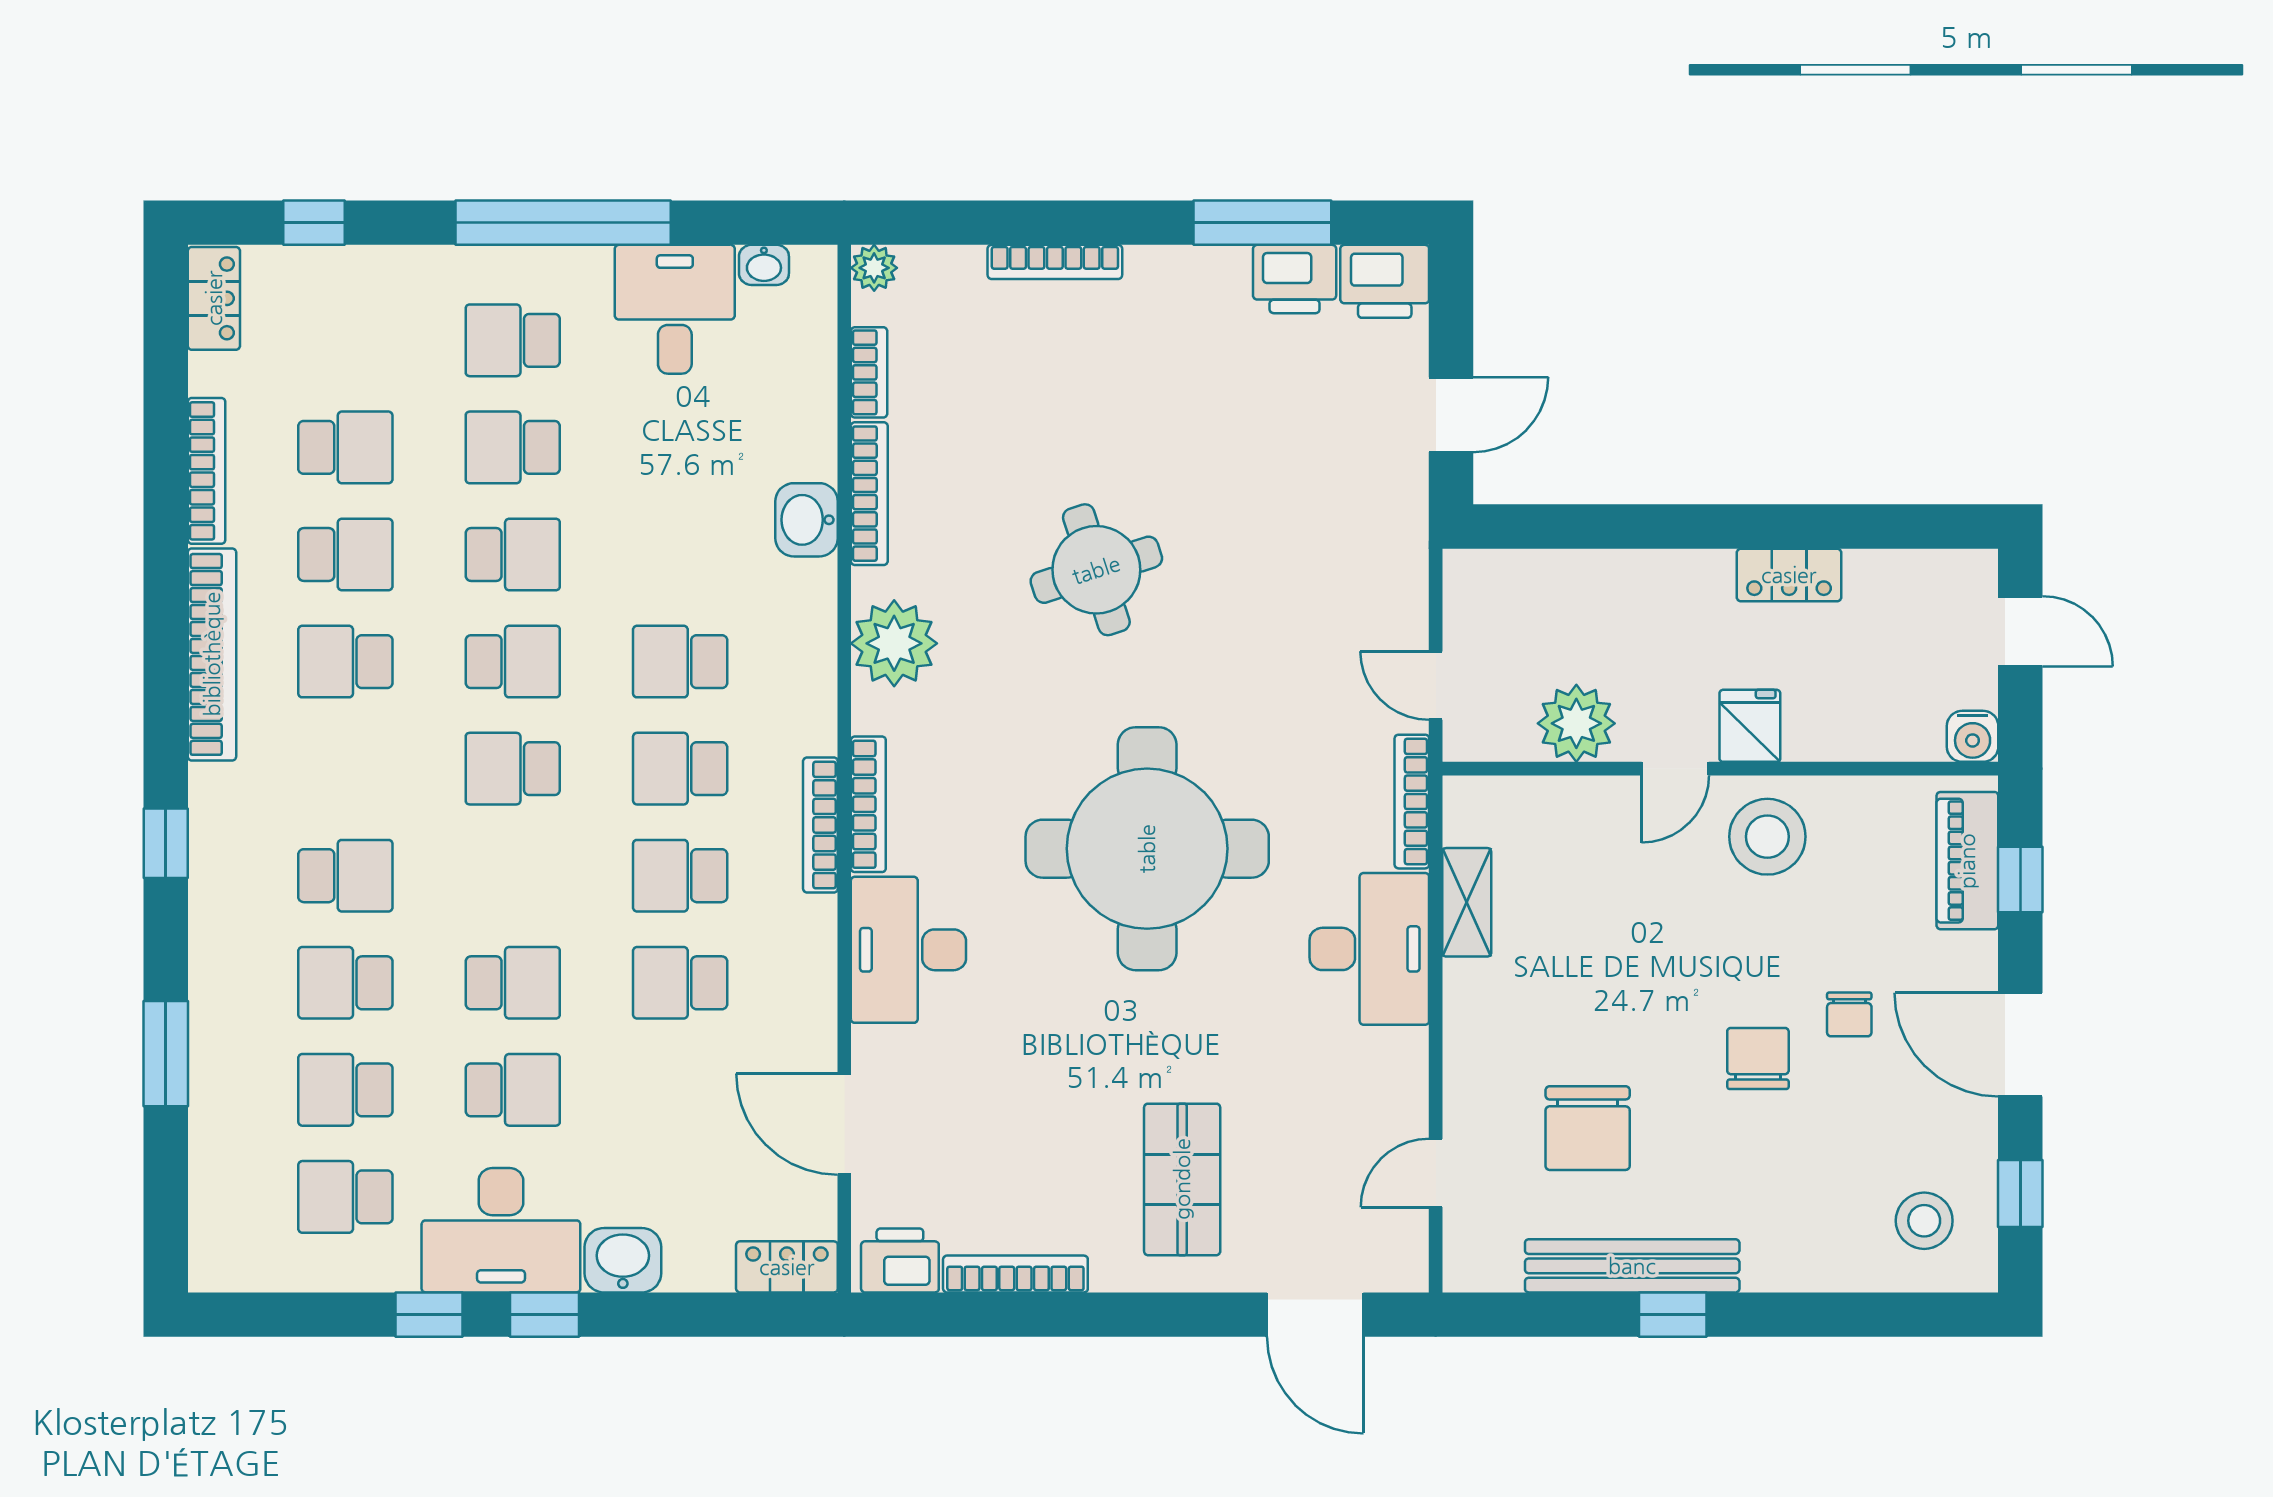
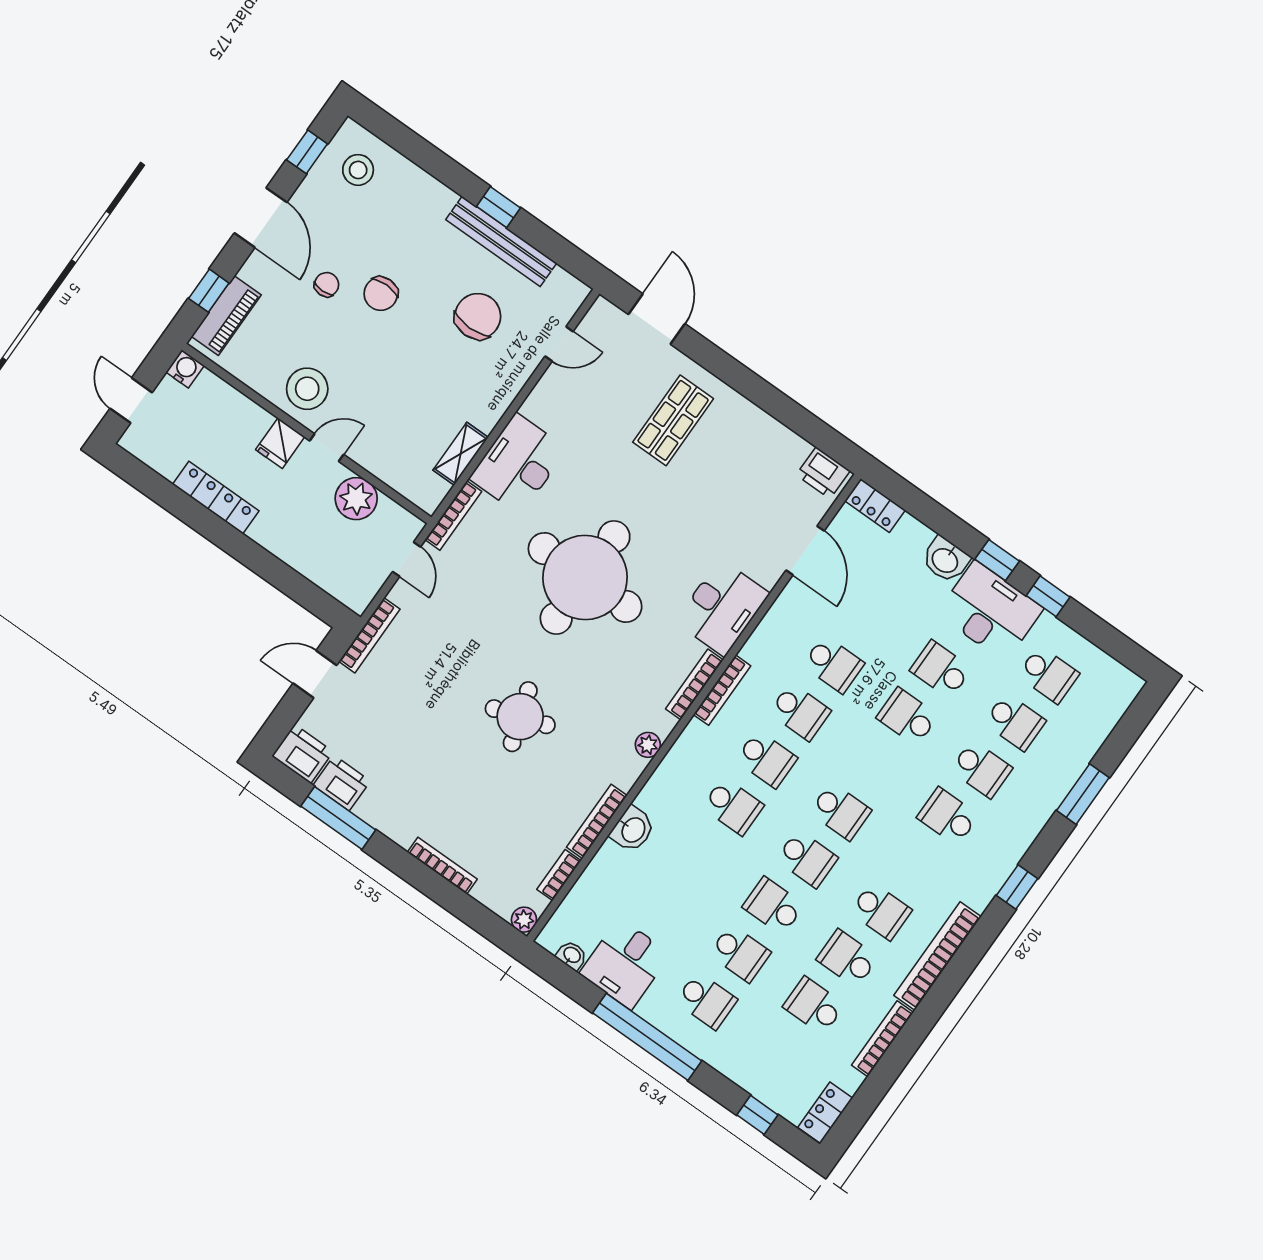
locker: (1789, 575) -> (216, 498), width x1.53
plant: (894, 643) -> (648, 745), width x0.53, depth x0.53
school desk: (513, 662) -> (807, 859), turned 180
bookcase: (1015, 1274) -> (369, 635), moved, turned -90

